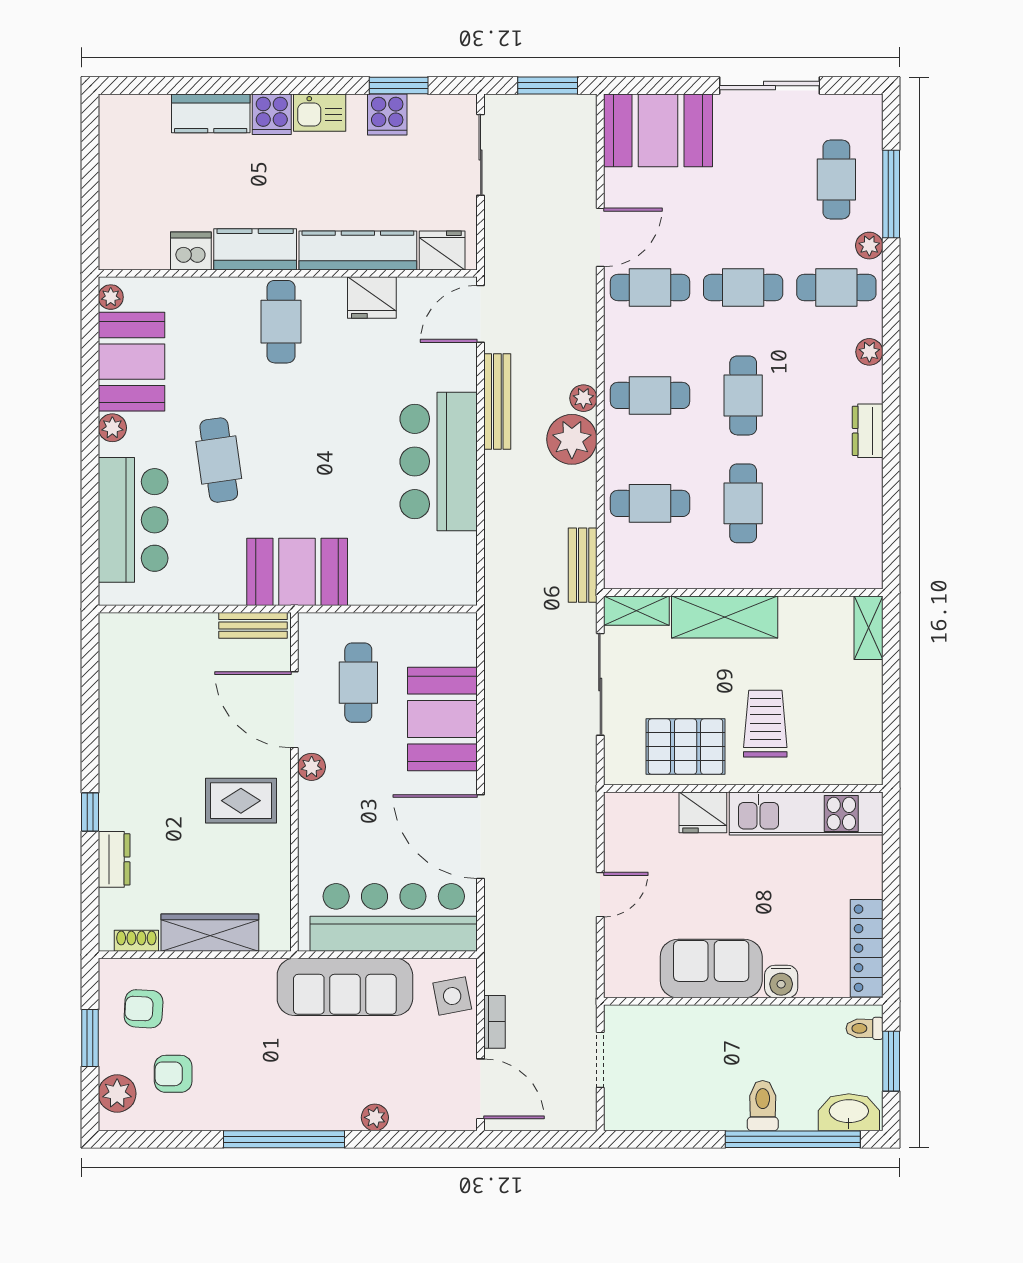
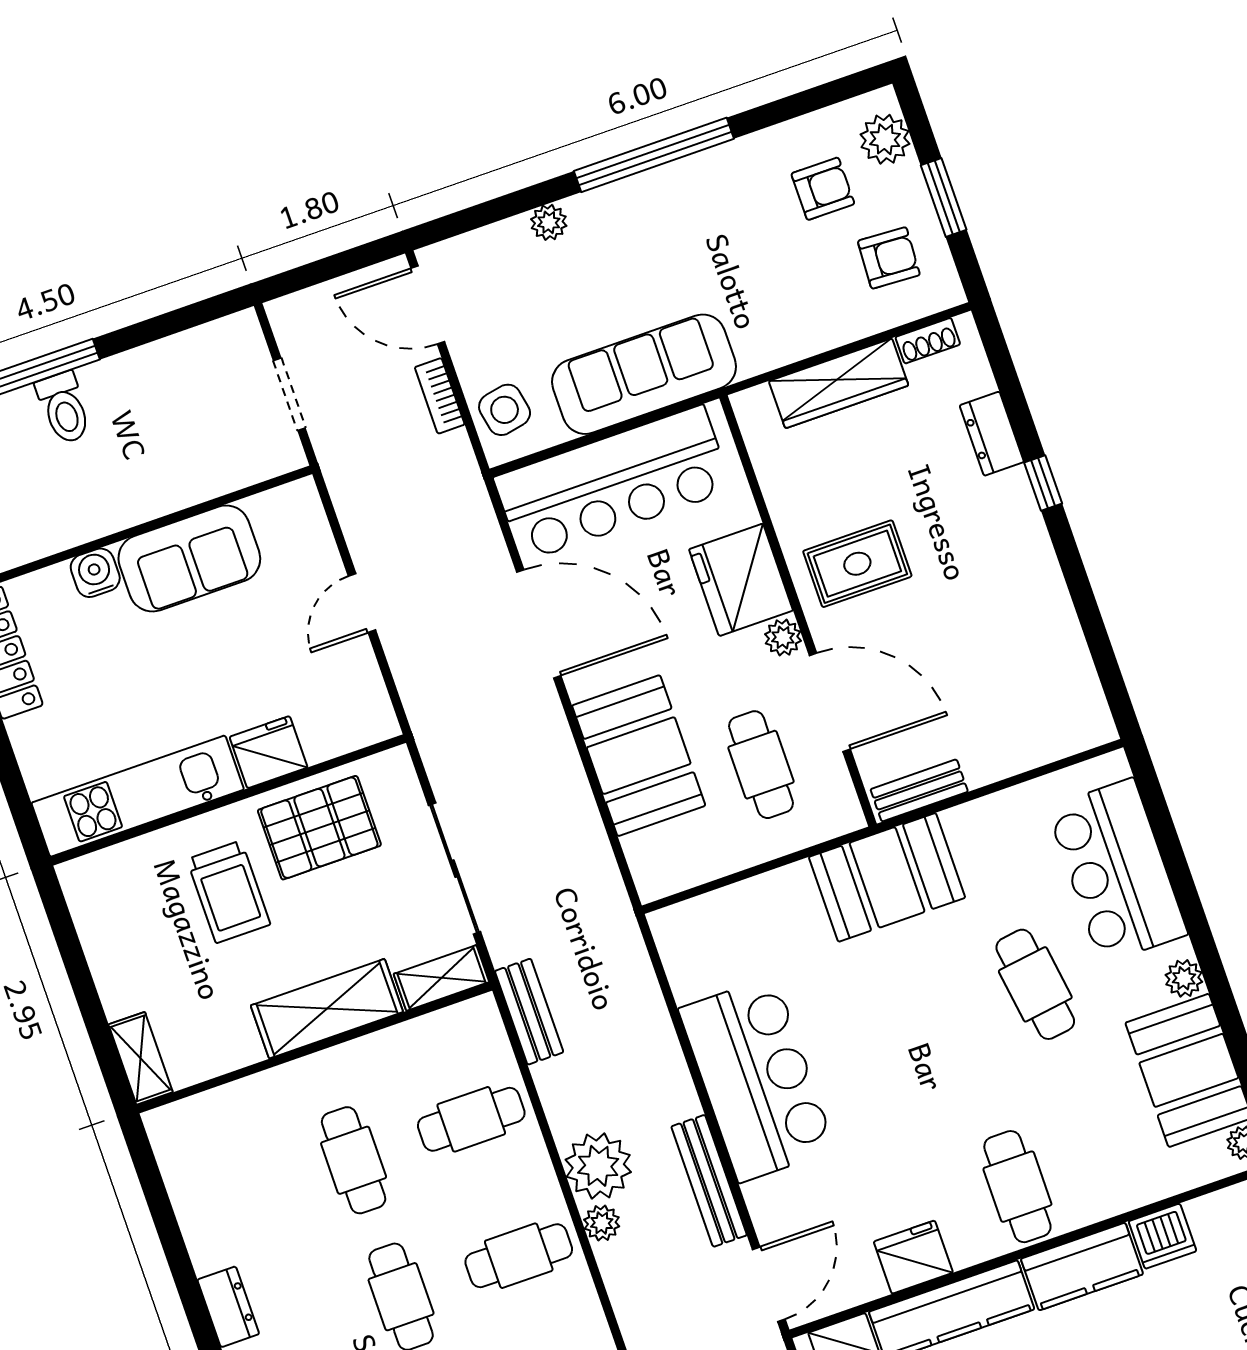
fridge: (327, 818) -> (741, 580), added

